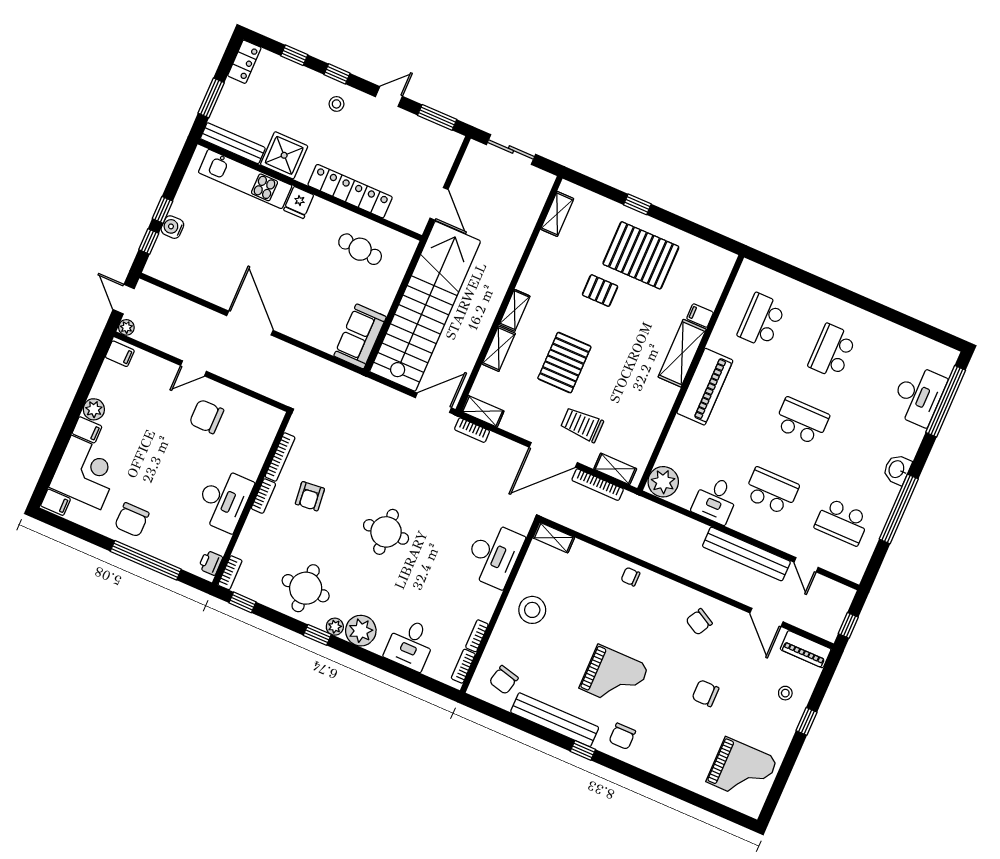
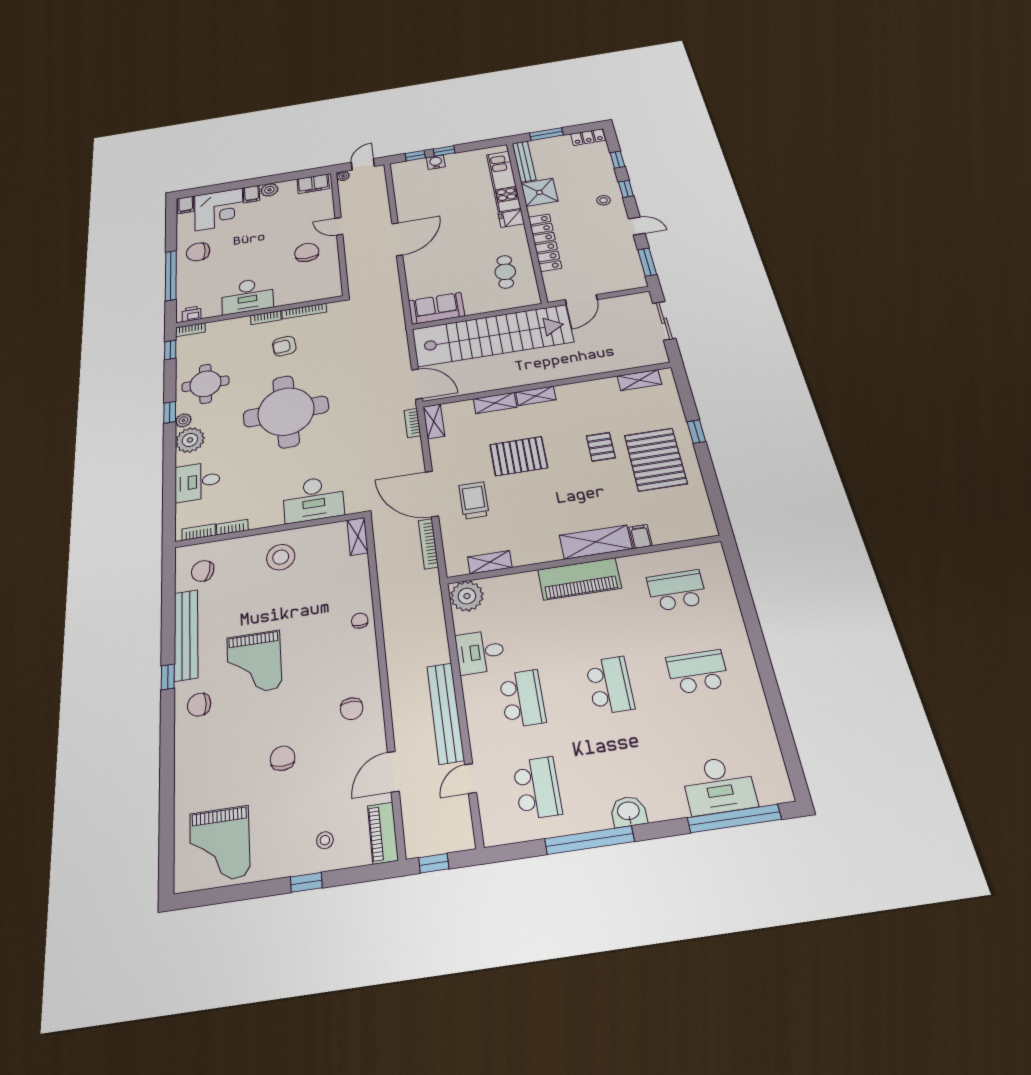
filing cabinet: (120, 354) -> (313, 184), width x2.00
shelving: (615, 469) -> (490, 562), moved, turned 90
school desk: (842, 522) -> (537, 788), turned 180
round table: (386, 532) -> (286, 411), width x1.86, depth x1.86
chair: (699, 622) -> (352, 709), turned -119

